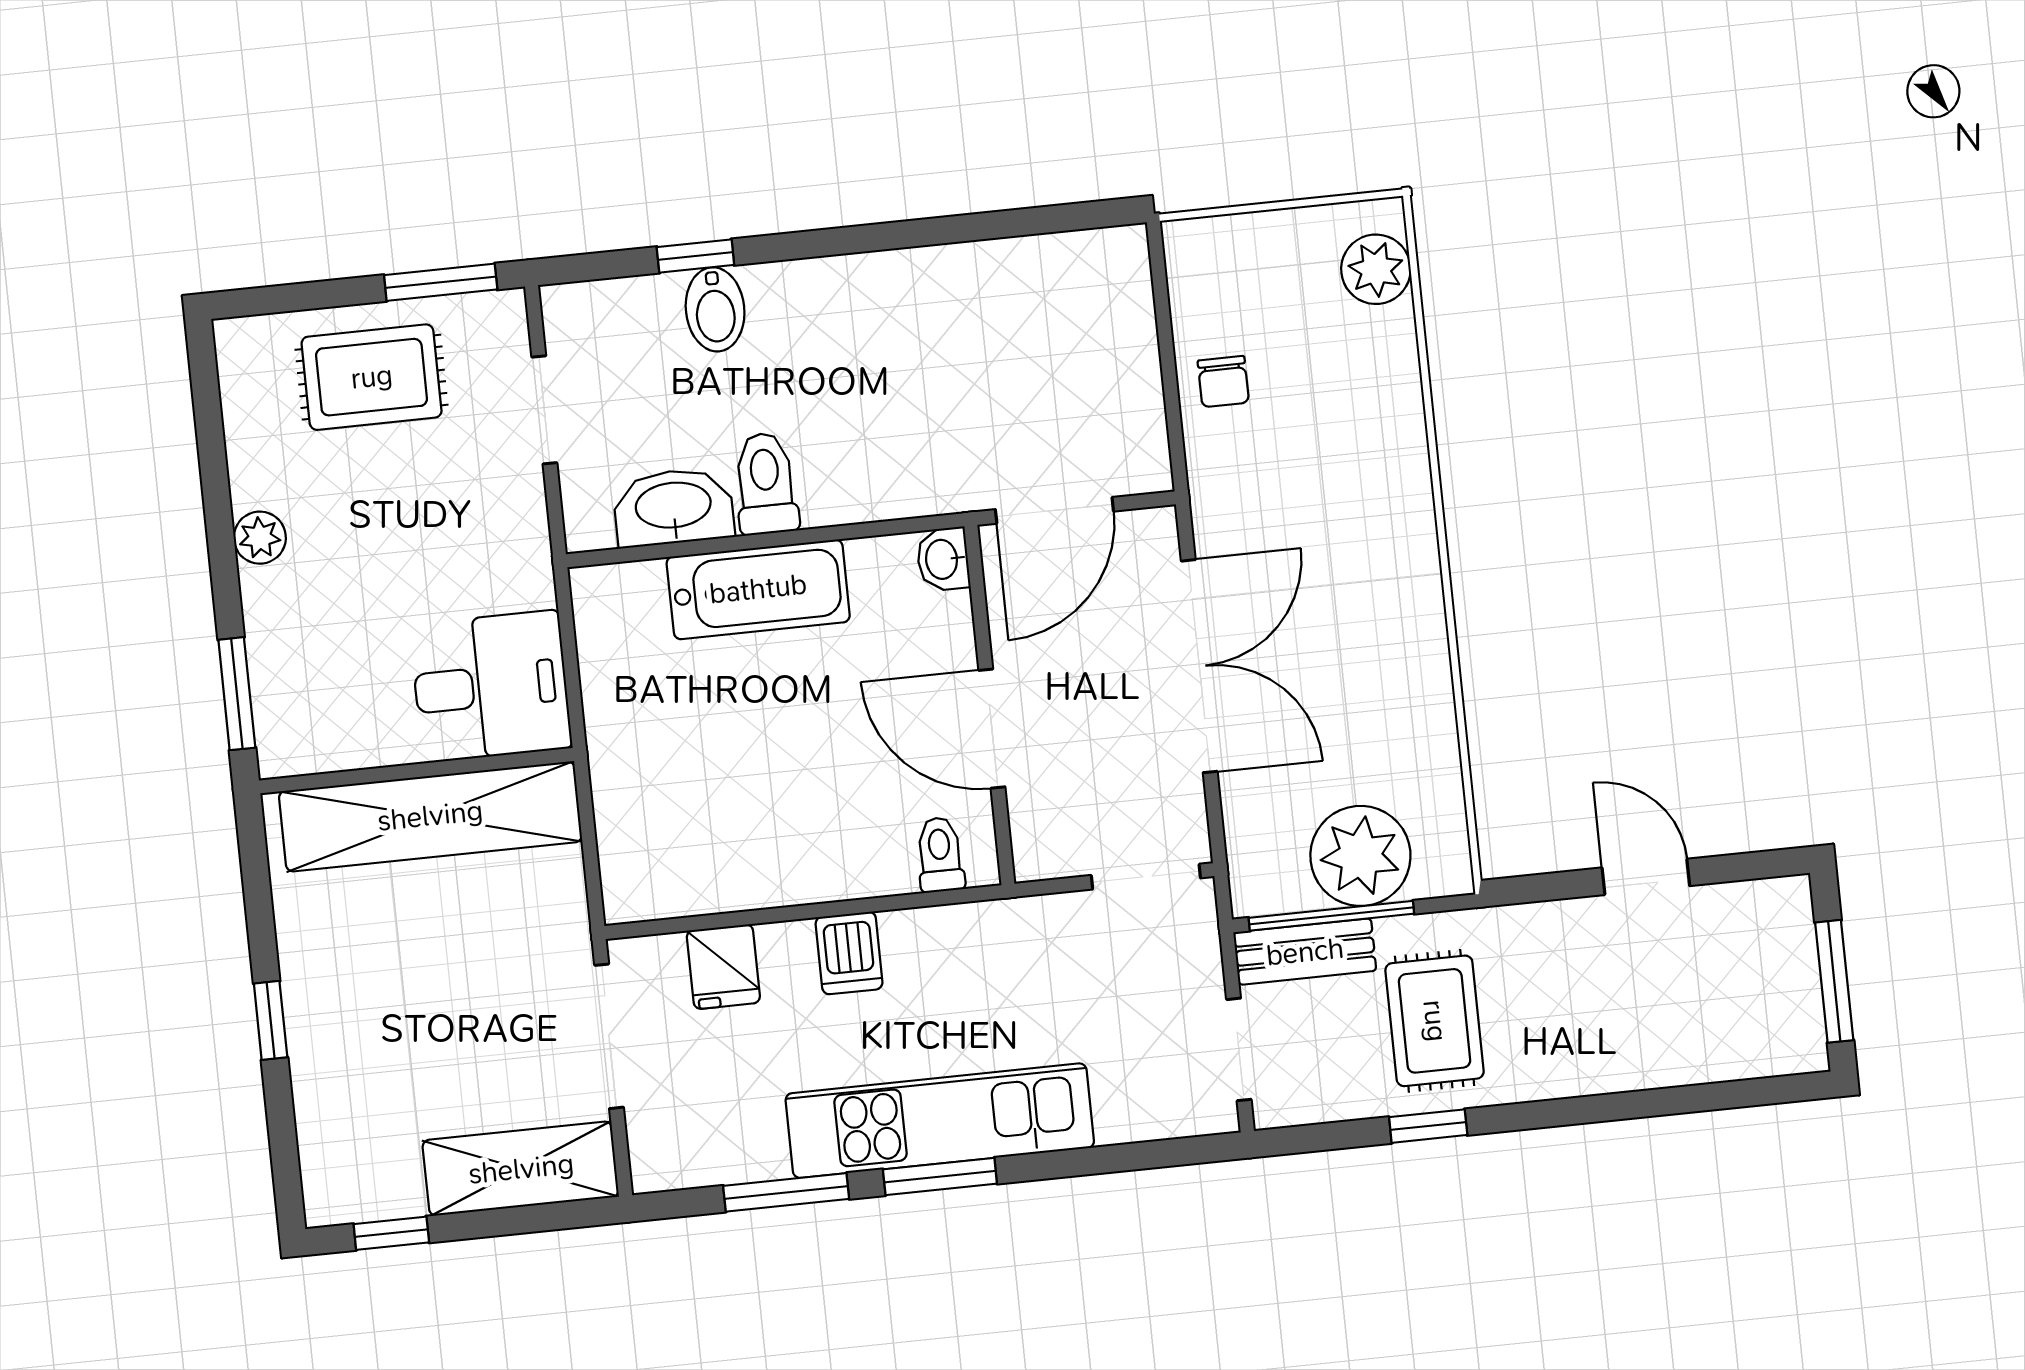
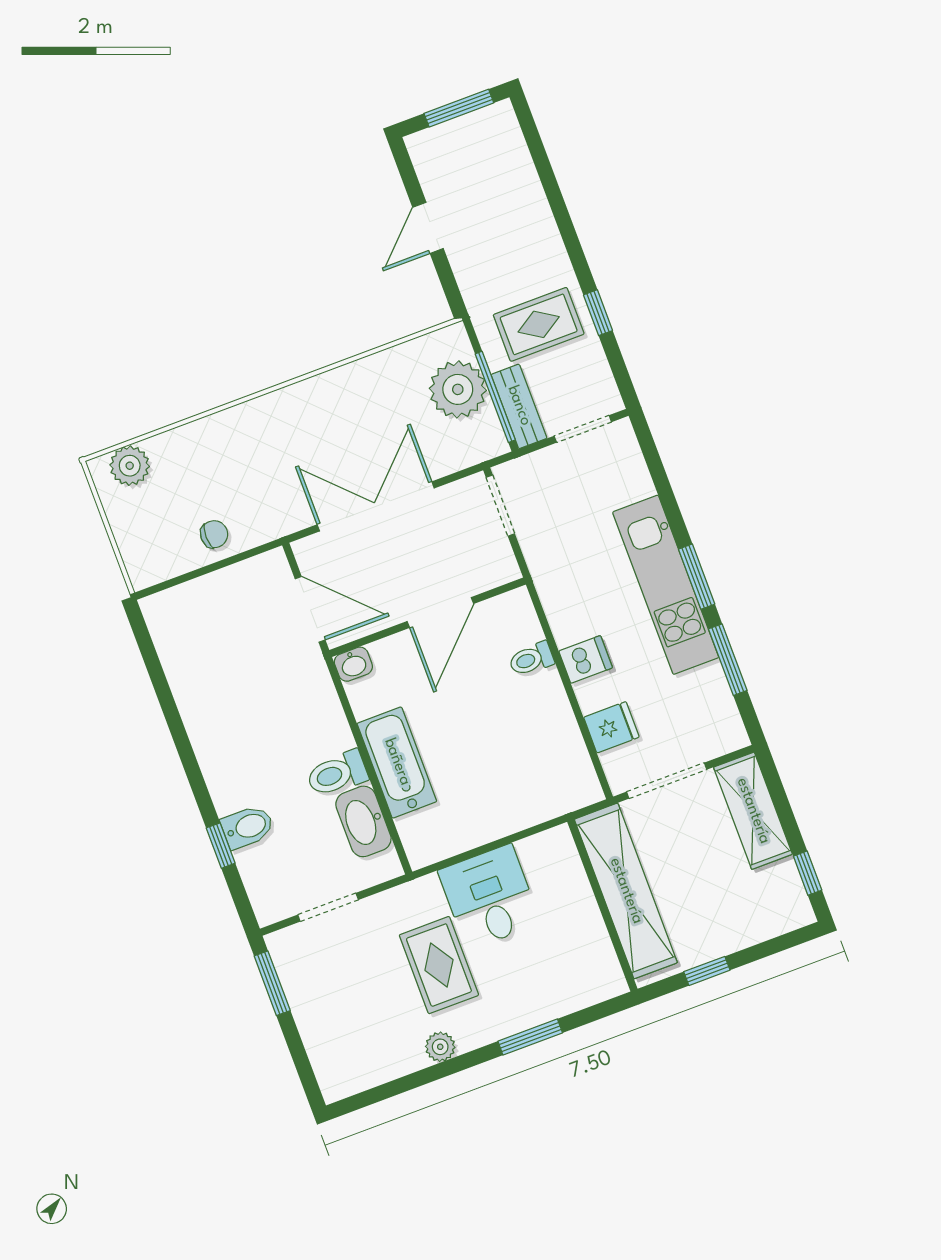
rug: (372, 377) -> (439, 965), moved
wall: (416, 771) -> (602, 905), moved
shelving: (430, 816) -> (626, 891), moved
toilet: (940, 855) -> (531, 659), moved

